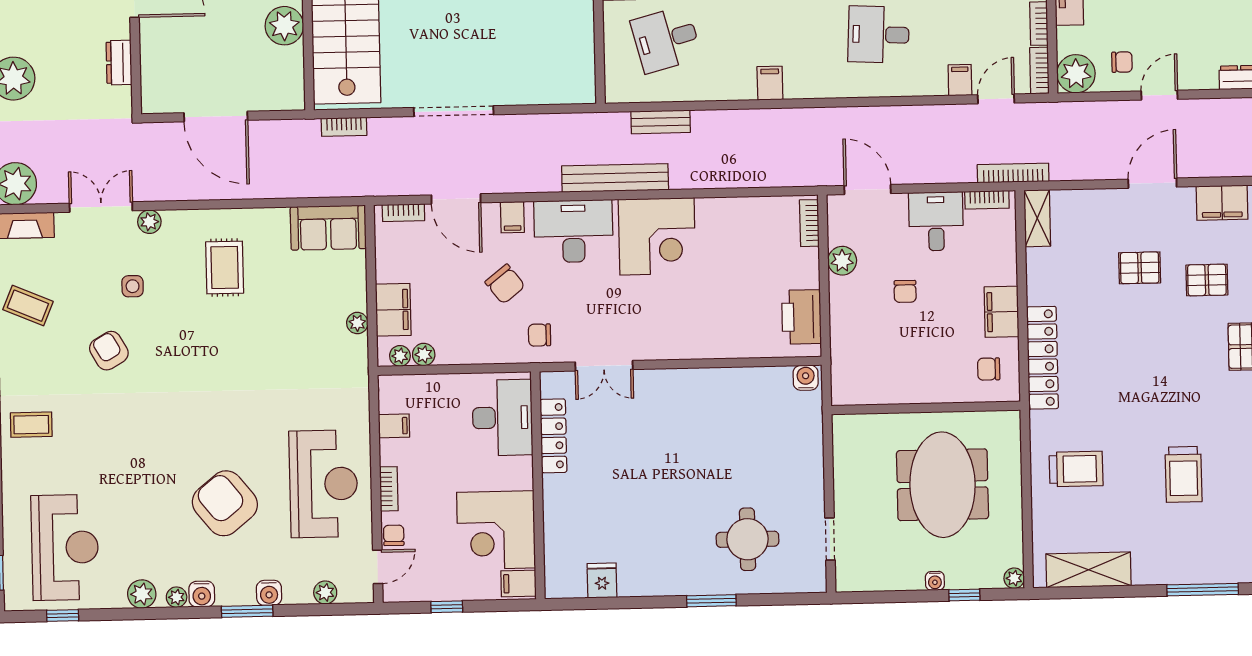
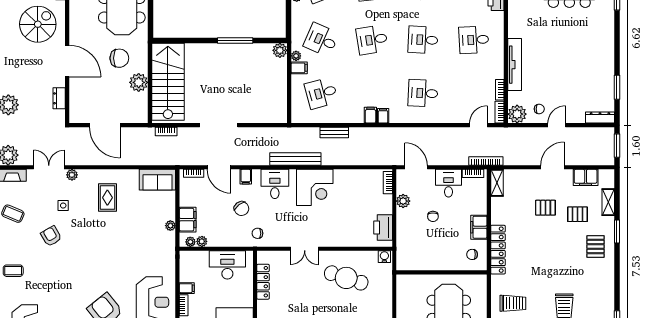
filing cabinet: (960, 80) -> (383, 116), moved
bench: (661, 122) -> (334, 133), moved
desk: (573, 231) -> (275, 184), width x0.73
double door: (604, 366) -> (305, 249), moved
desk: (502, 418) -> (227, 265), moved, turned -90
cafe table: (727, 424) -> (346, 278), added
filing cabinet: (394, 426) -> (187, 288), moved

